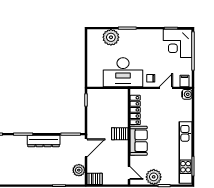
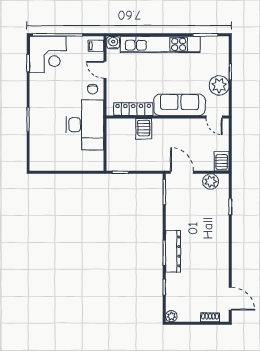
plant: (111, 37) -> (40, 140), removed
server rack: (120, 134) -> (144, 129), moved
dresser: (44, 141) -> (173, 251), moved
sofa: (139, 141) -> (180, 105), width x1.36
kitchen unit: (186, 153) -> (160, 44), moved
door: (129, 173) -> (214, 117), swing flipped

